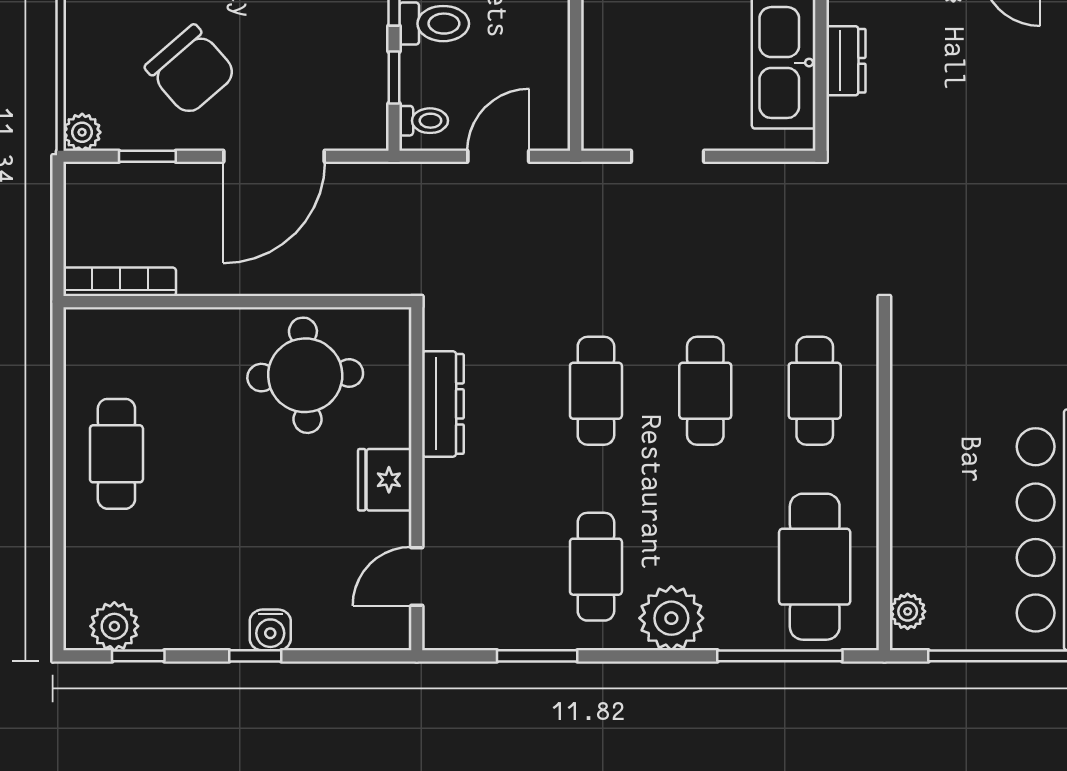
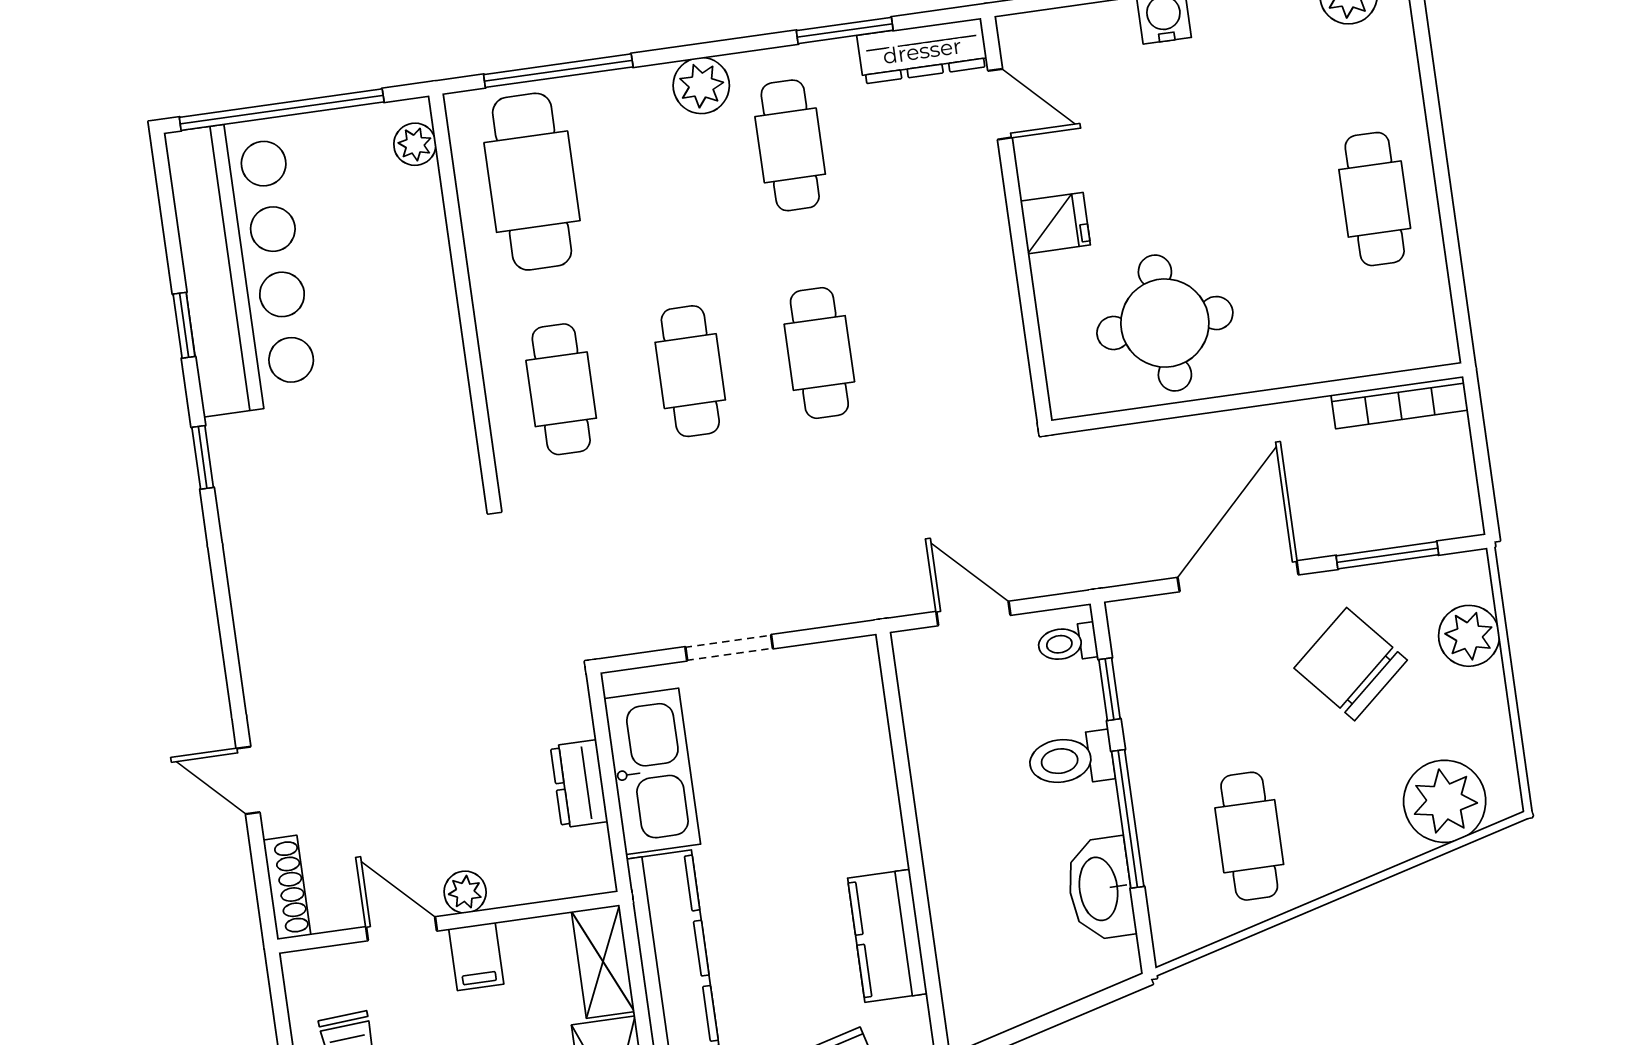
plant: (82, 132) -> (1469, 636), moved, width x1.38, depth x1.38
window: (147, 156) -> (1387, 555), width x1.50
door: (498, 156) -> (973, 613), swing flipped
doorway: (668, 156) -> (729, 648), moved
dresser: (443, 404) -> (922, 51), moved, turned -90
fridge: (385, 480) -> (1055, 223), width x0.72
door: (417, 576) -> (1000, 104), hinge flipped
plant: (671, 618) -> (701, 86), width x0.73, depth x0.73

